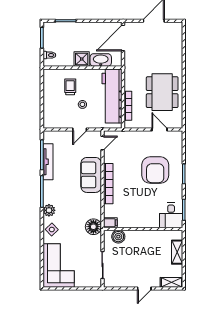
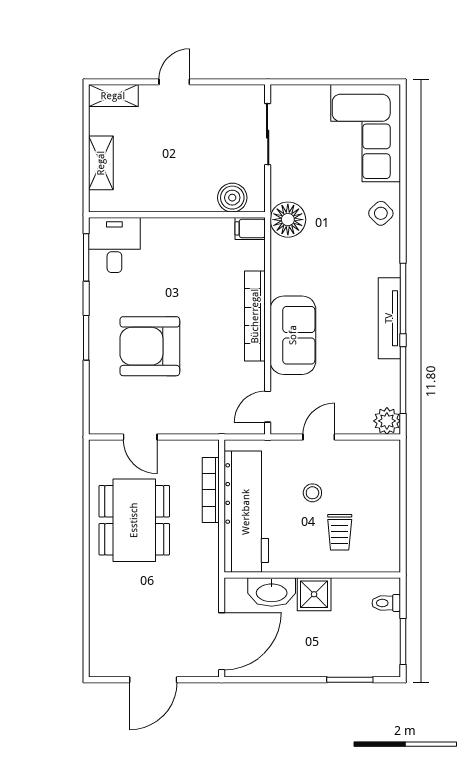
tv unit: (48, 162) -> (389, 318), moved
armchair: (155, 170) -> (150, 346), turned -90
plant: (49, 210) -> (387, 421), moved

